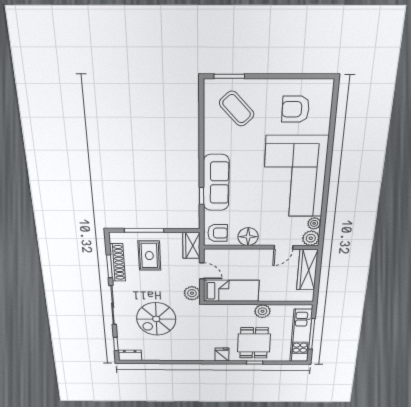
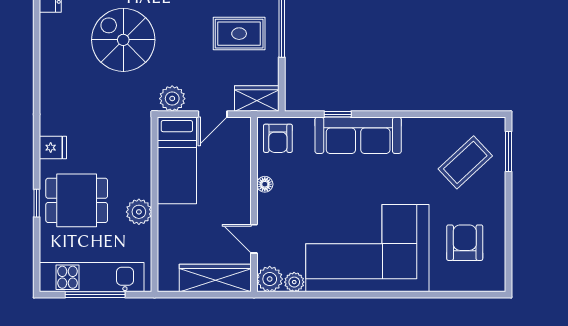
floor lamp: (248, 237) -> (265, 184), width x0.53, depth x0.53

